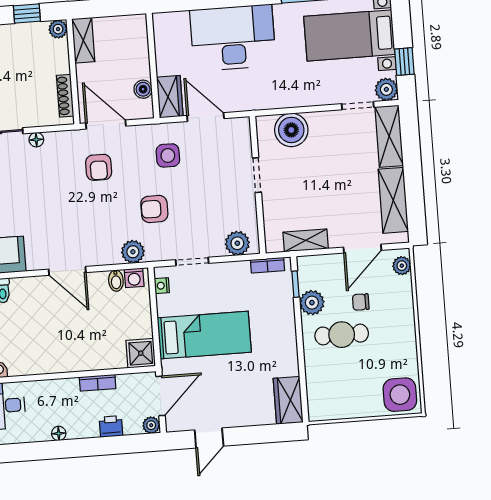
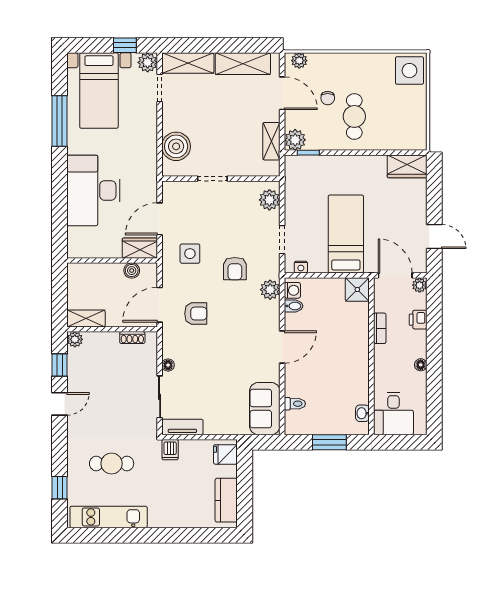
shoe rack: (65, 96) -> (132, 338), width x0.70
bookcase: (267, 265) -> (290, 175), removed
plant: (312, 303) -> (295, 140), moved

